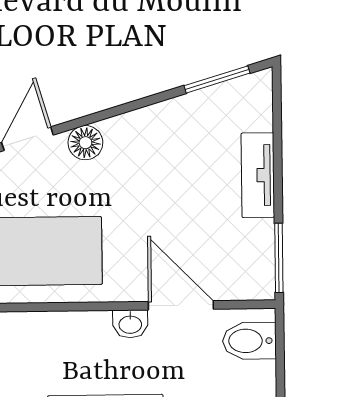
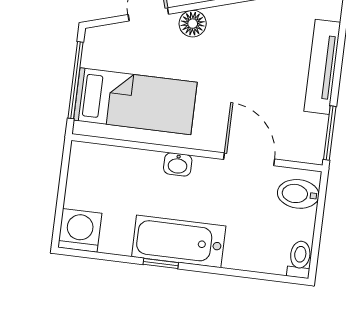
tv unit: (258, 175) -> (322, 67), width x1.41
washbasin: (130, 324) -> (178, 164), moved

